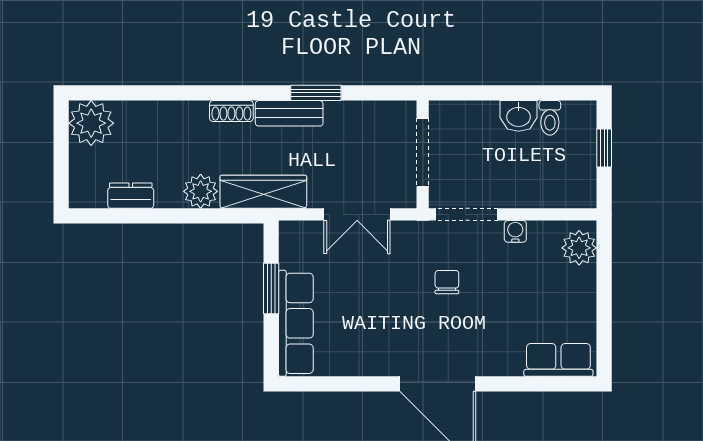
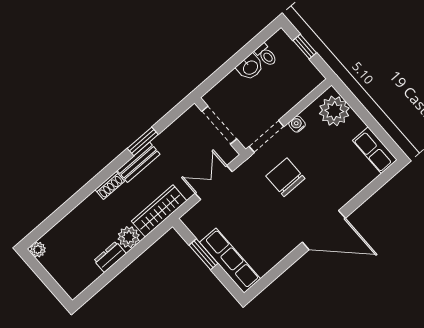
plant: (91, 123) -> (38, 249), width x0.53, depth x0.53
dresser: (131, 196) -> (110, 257), moved
double door: (357, 214) -> (214, 182), swing flipped
plant: (579, 248) -> (334, 111), width x1.36, depth x1.36
chair: (447, 282) -> (285, 177), width x1.87, depth x1.87
row of seats: (558, 360) -> (375, 150), moved, turned -90

